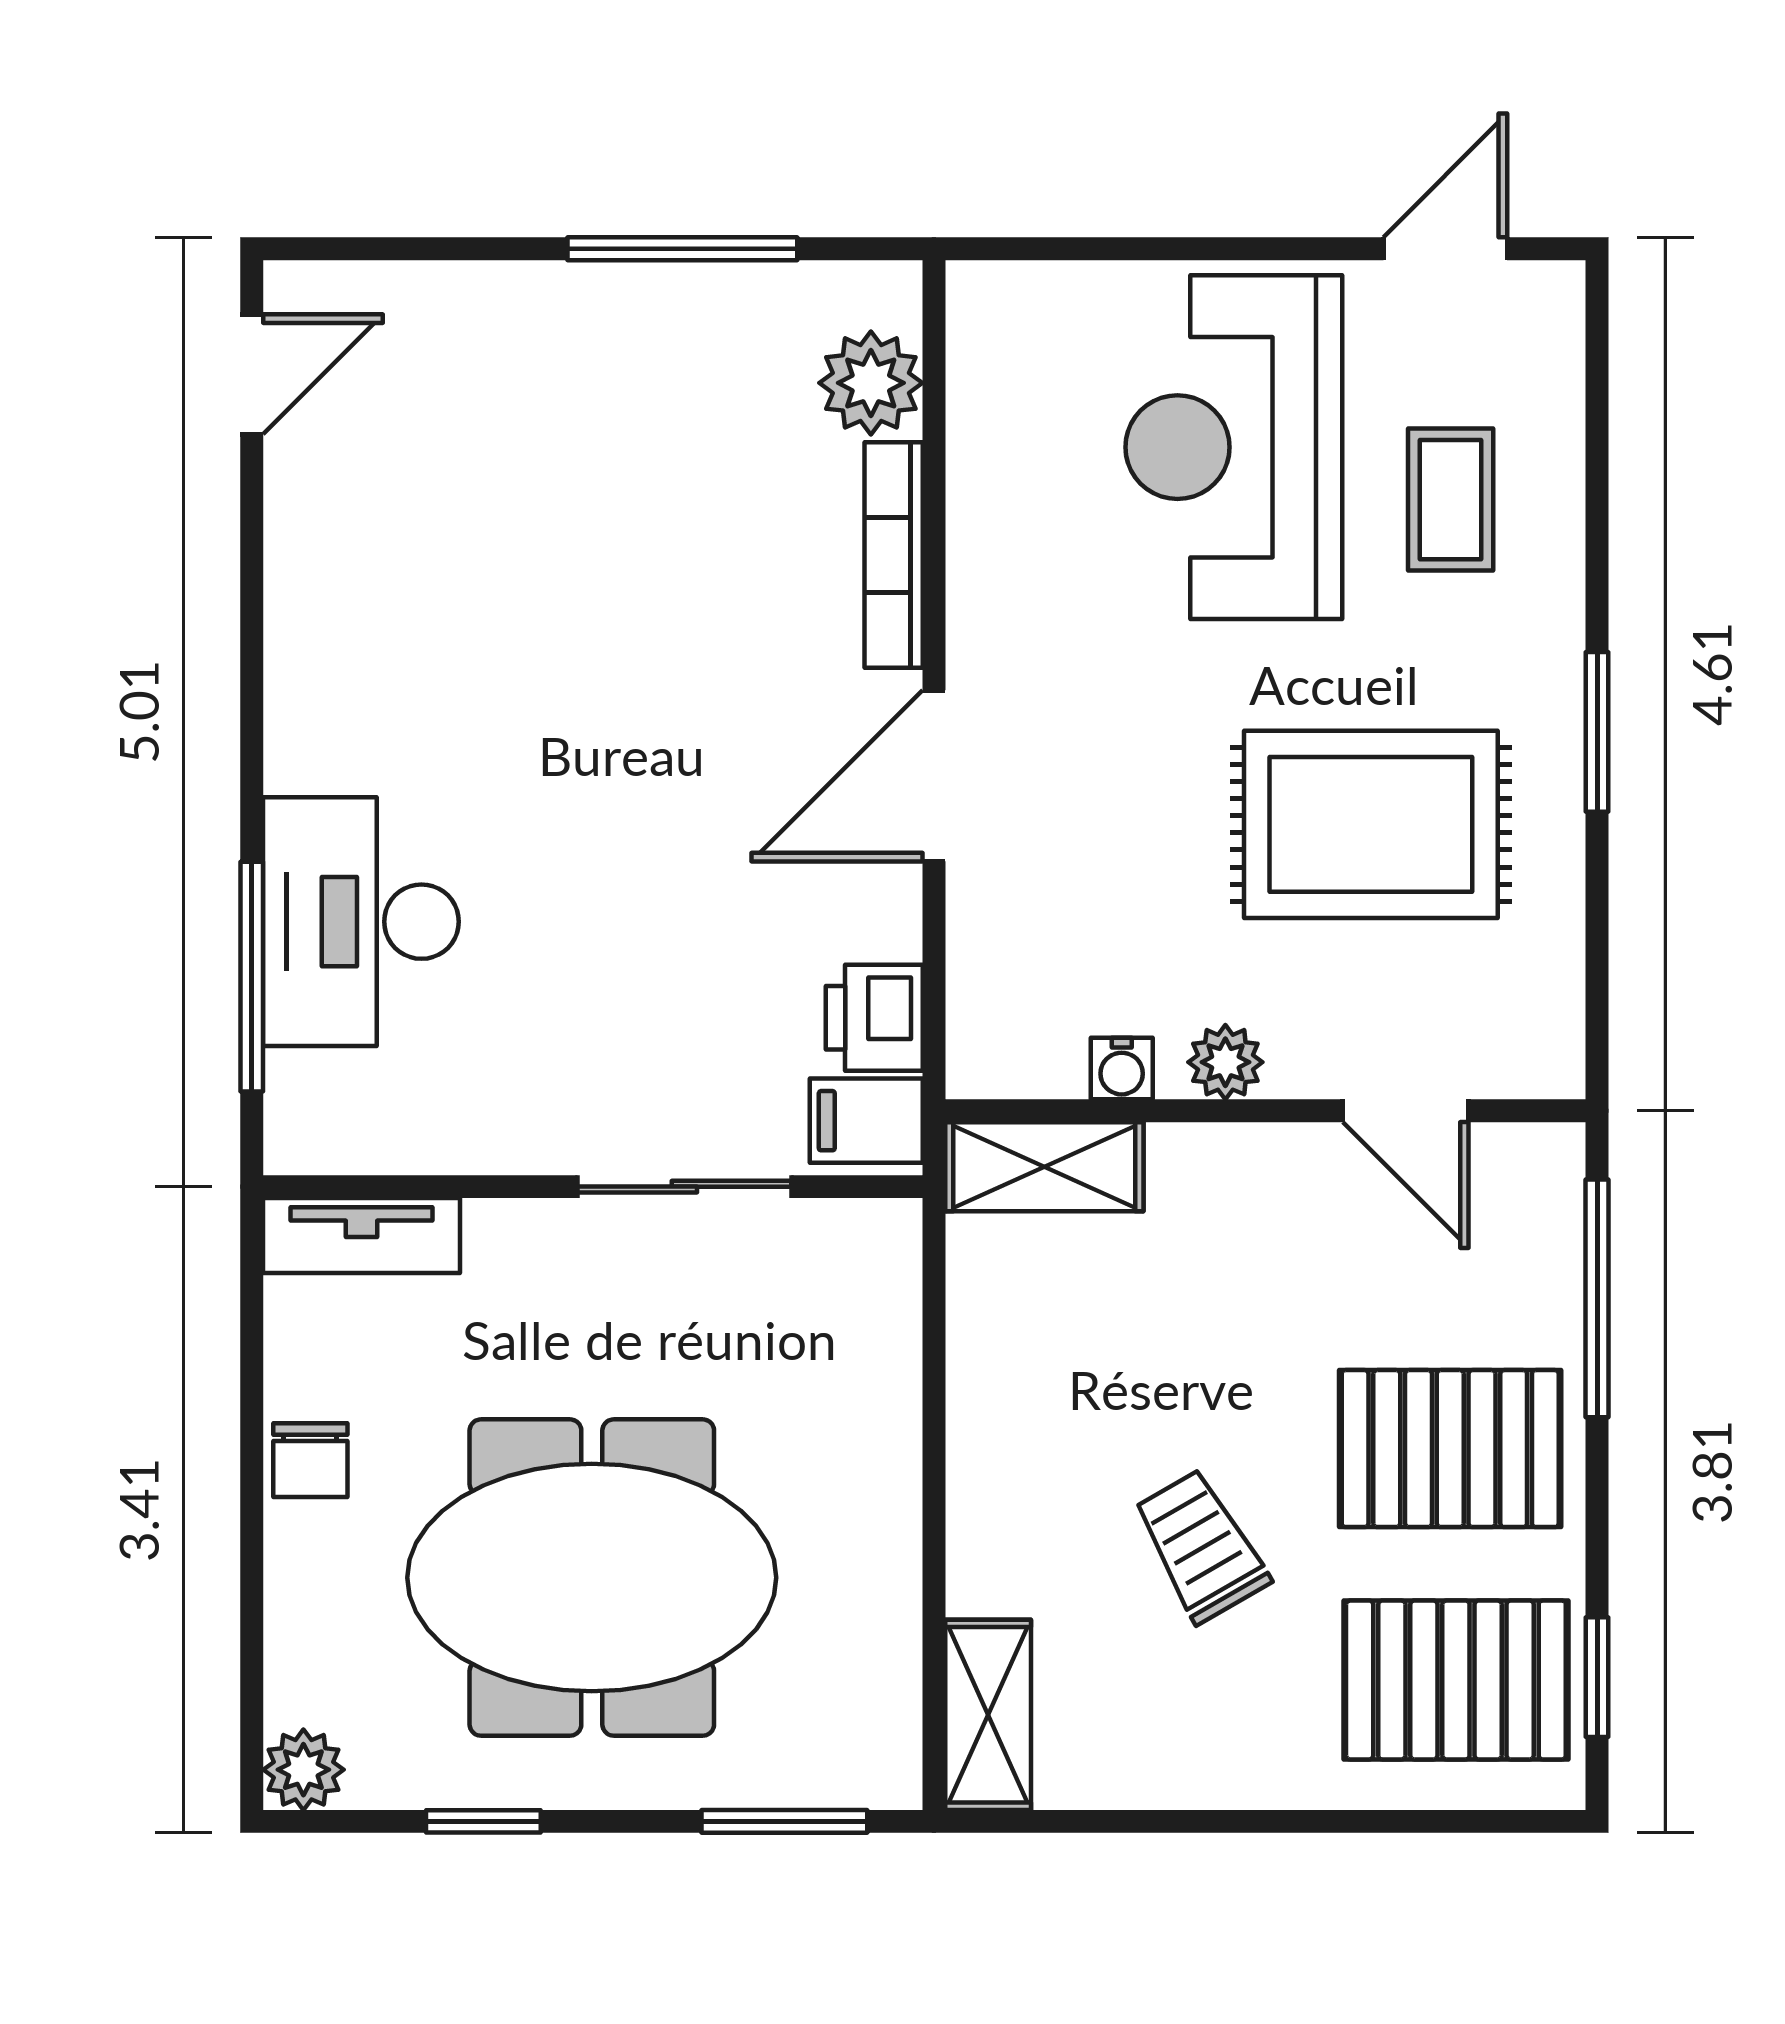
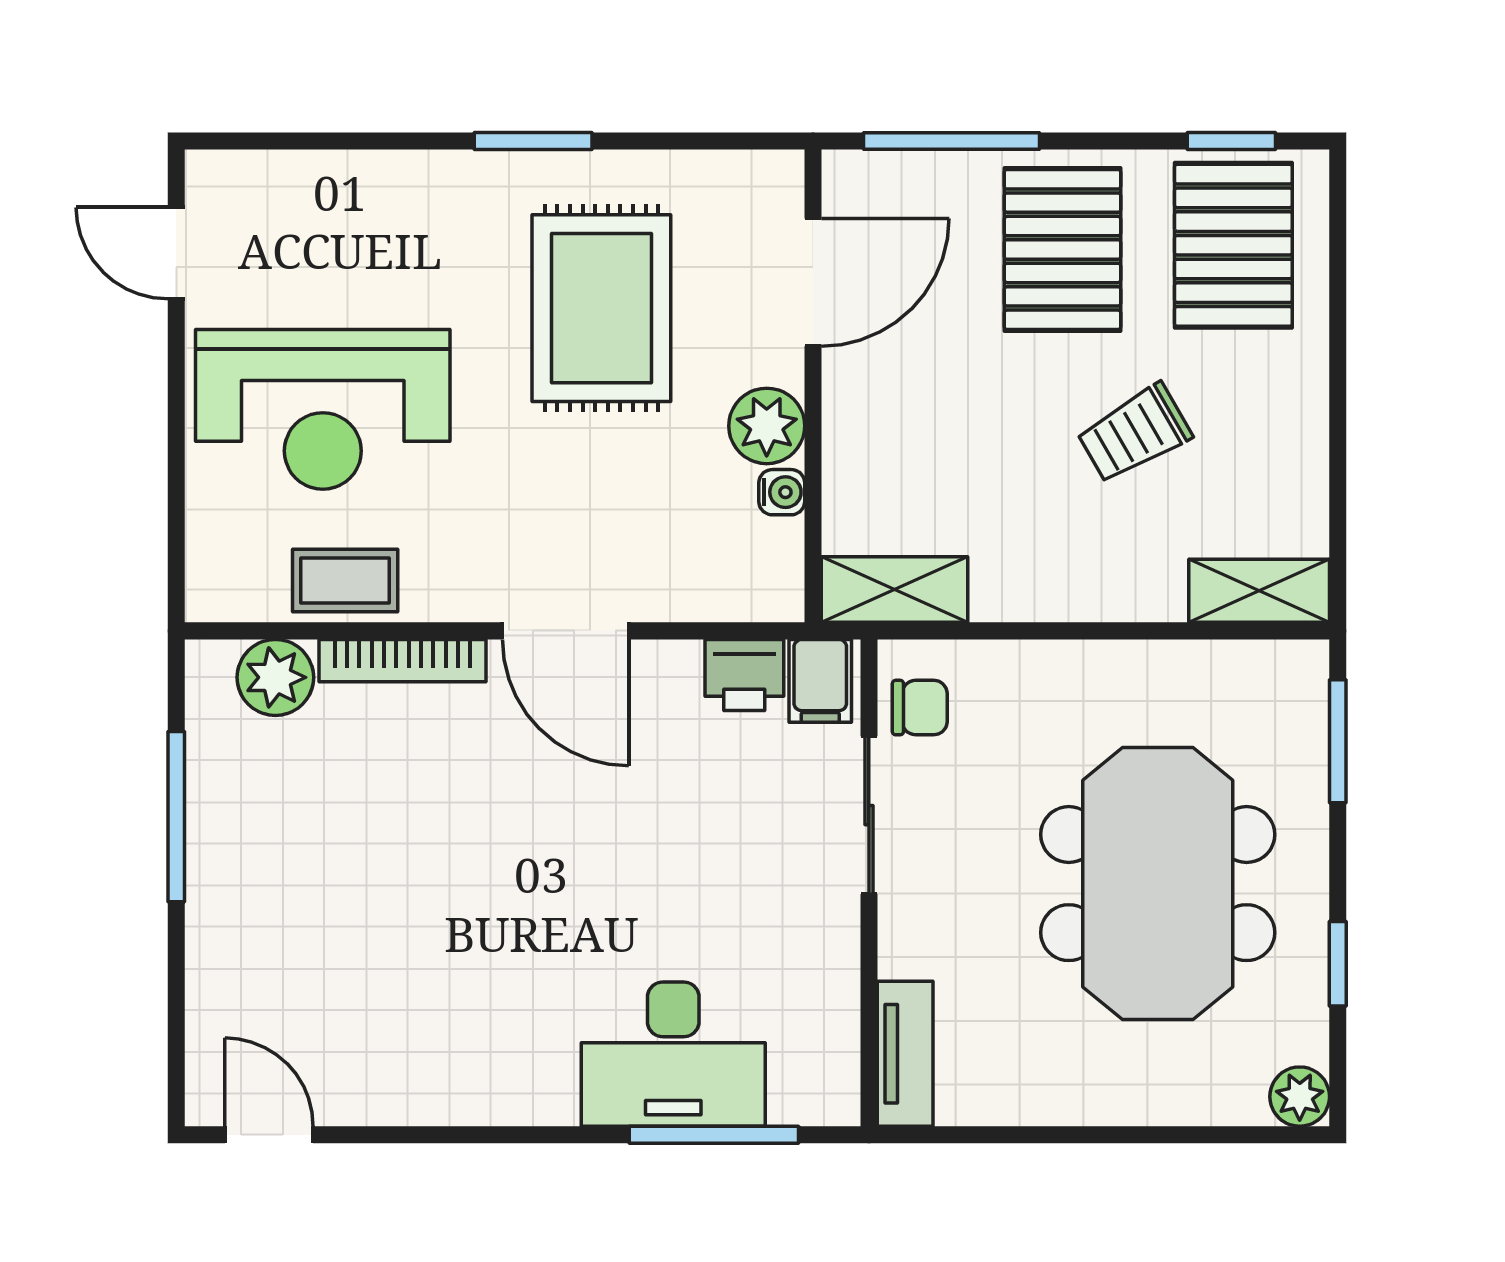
coffee table: (1451, 500) -> (345, 581), moved
plant: (1225, 1062) -> (767, 426), width x1.38, depth x1.38
door: (1406, 1111) -> (813, 282), width x1.38
shelving: (1044, 1167) -> (895, 590), moved, turned 90
chair: (310, 1460) -> (920, 708), moved

